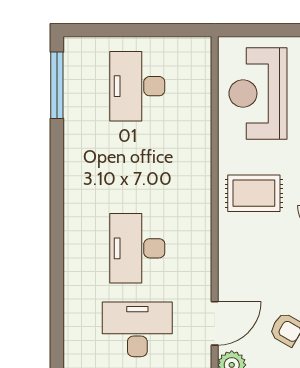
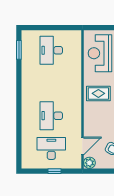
window: (57, 85) -> (19, 50), width x0.69

